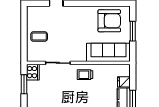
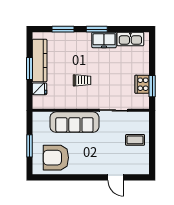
sofa: (108, 52) -> (74, 122), moved
cooker: (33, 72) -> (142, 84), moved
trolley: (85, 75) -> (82, 80), moved

